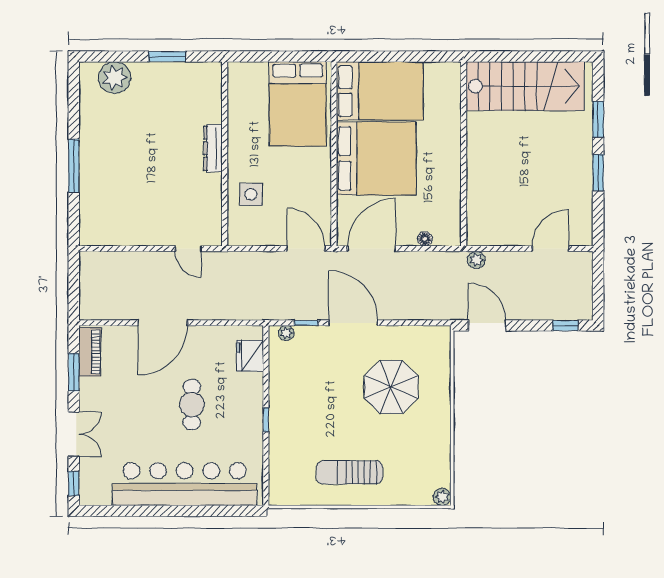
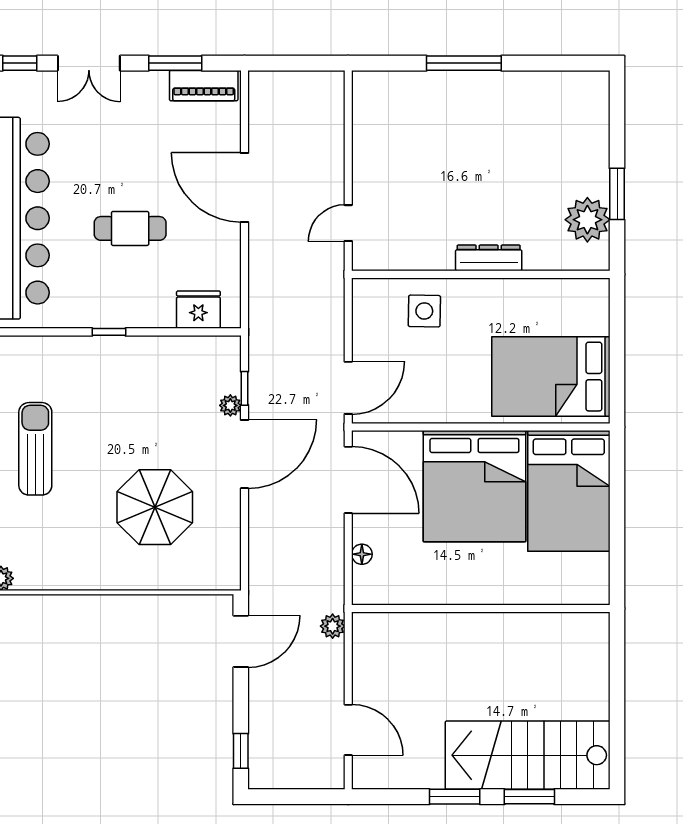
plant: (115, 78) -> (587, 220), moved
stairs: (525, 86) -> (528, 755), moved, turned 90
plant: (286, 333) -> (230, 405), moved

